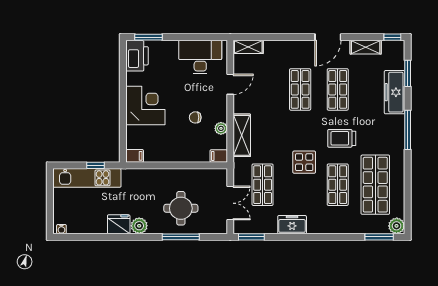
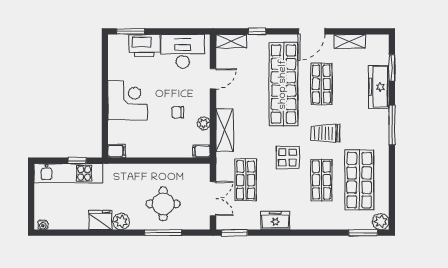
window: (392, 37) -> (257, 31), moved
printer: (137, 56) -> (144, 46), moved, turned 90
shop shelf: (300, 89) -> (283, 84), width x2.00, depth x1.36

